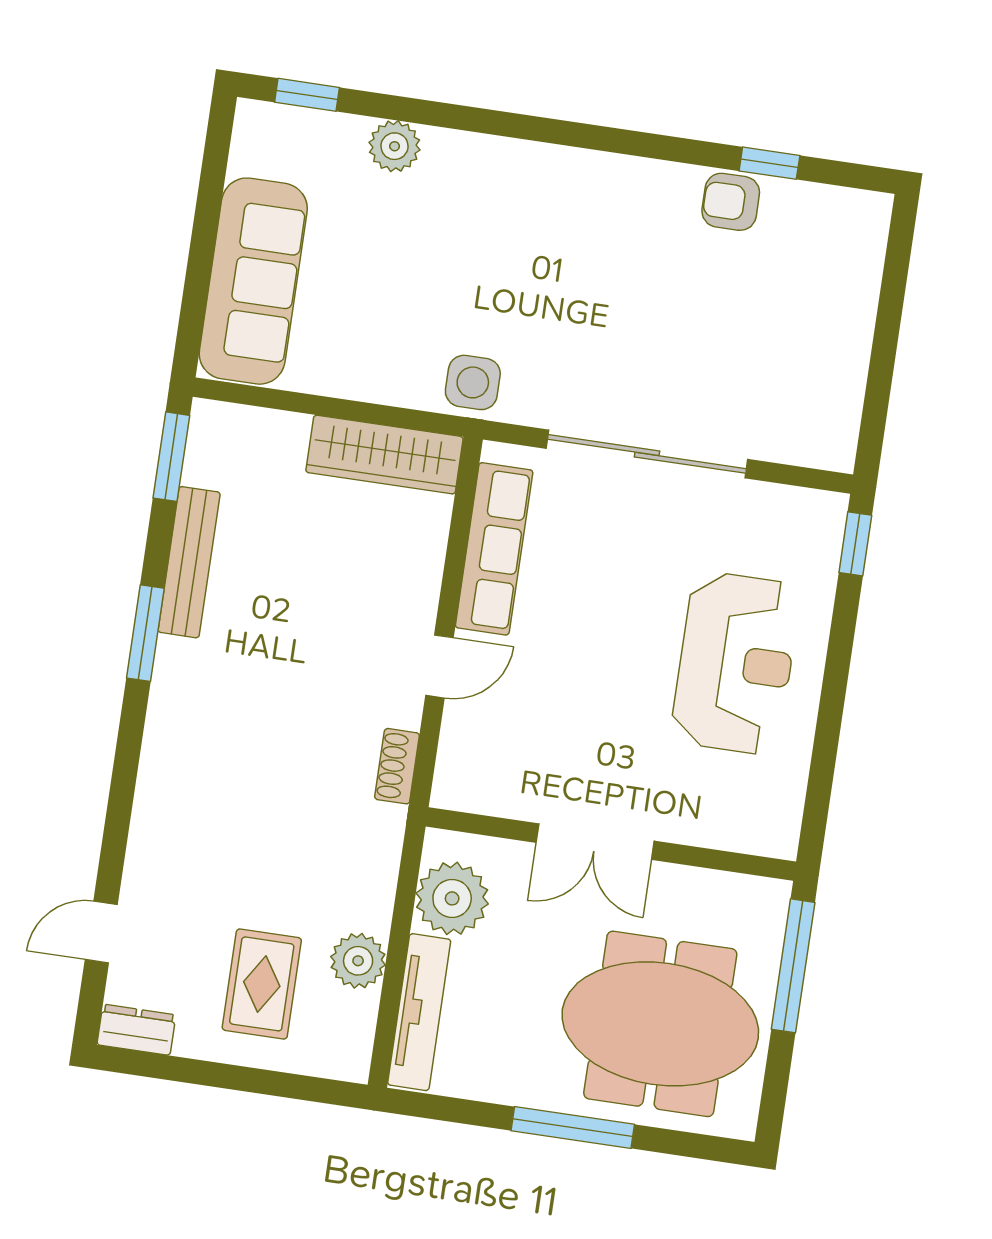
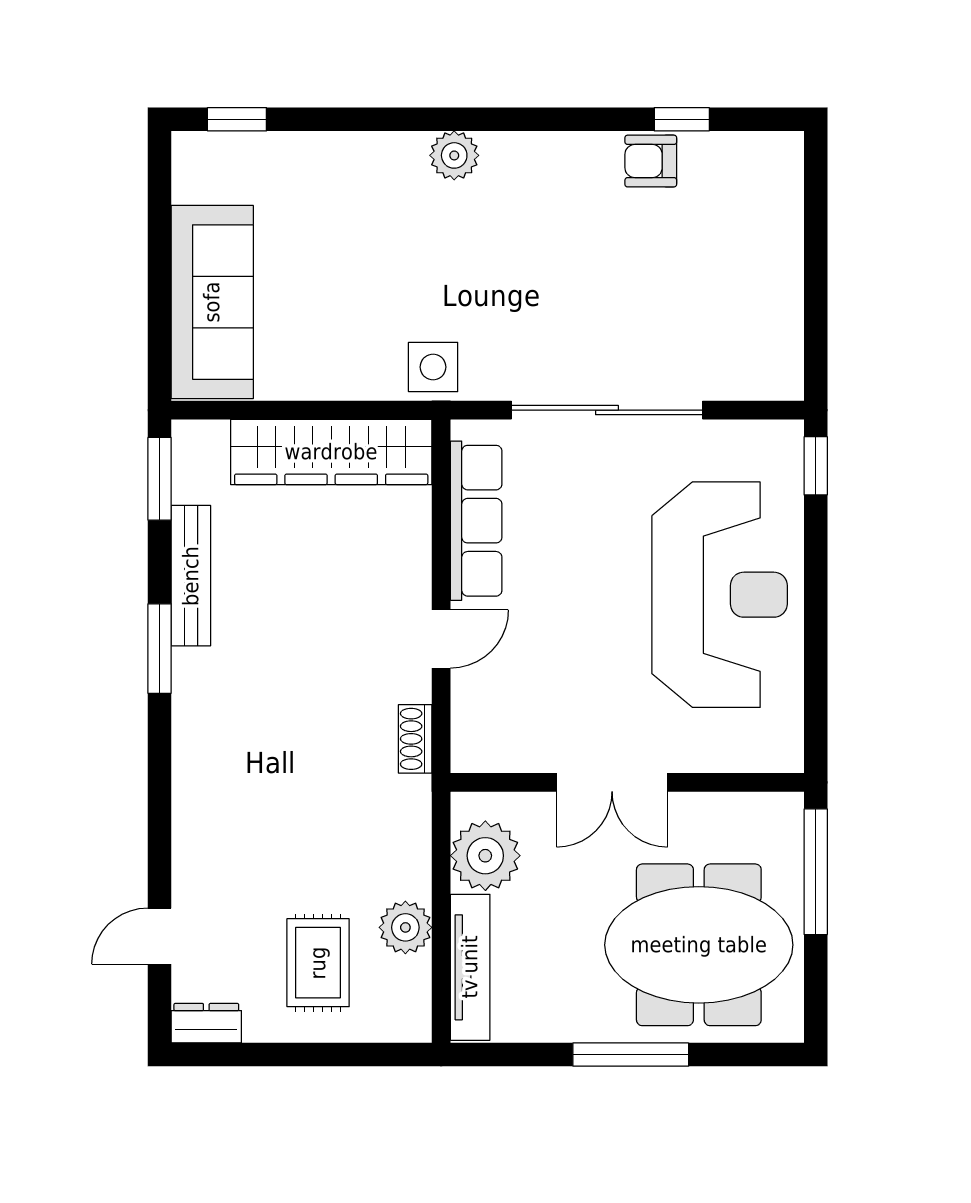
plant: (395, 146) -> (454, 155), moved
wardrobe: (384, 455) -> (331, 452), width x1.40, depth x1.17
reception desk: (736, 663) -> (720, 595), width x1.36, depth x1.30

